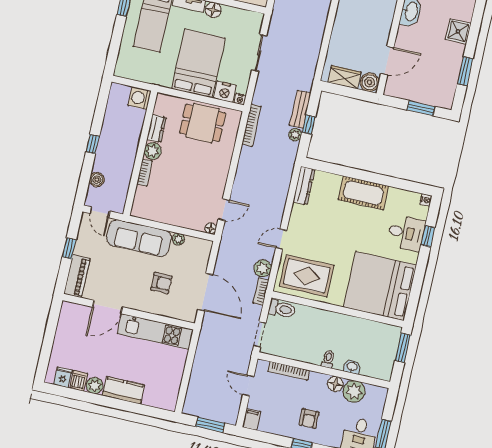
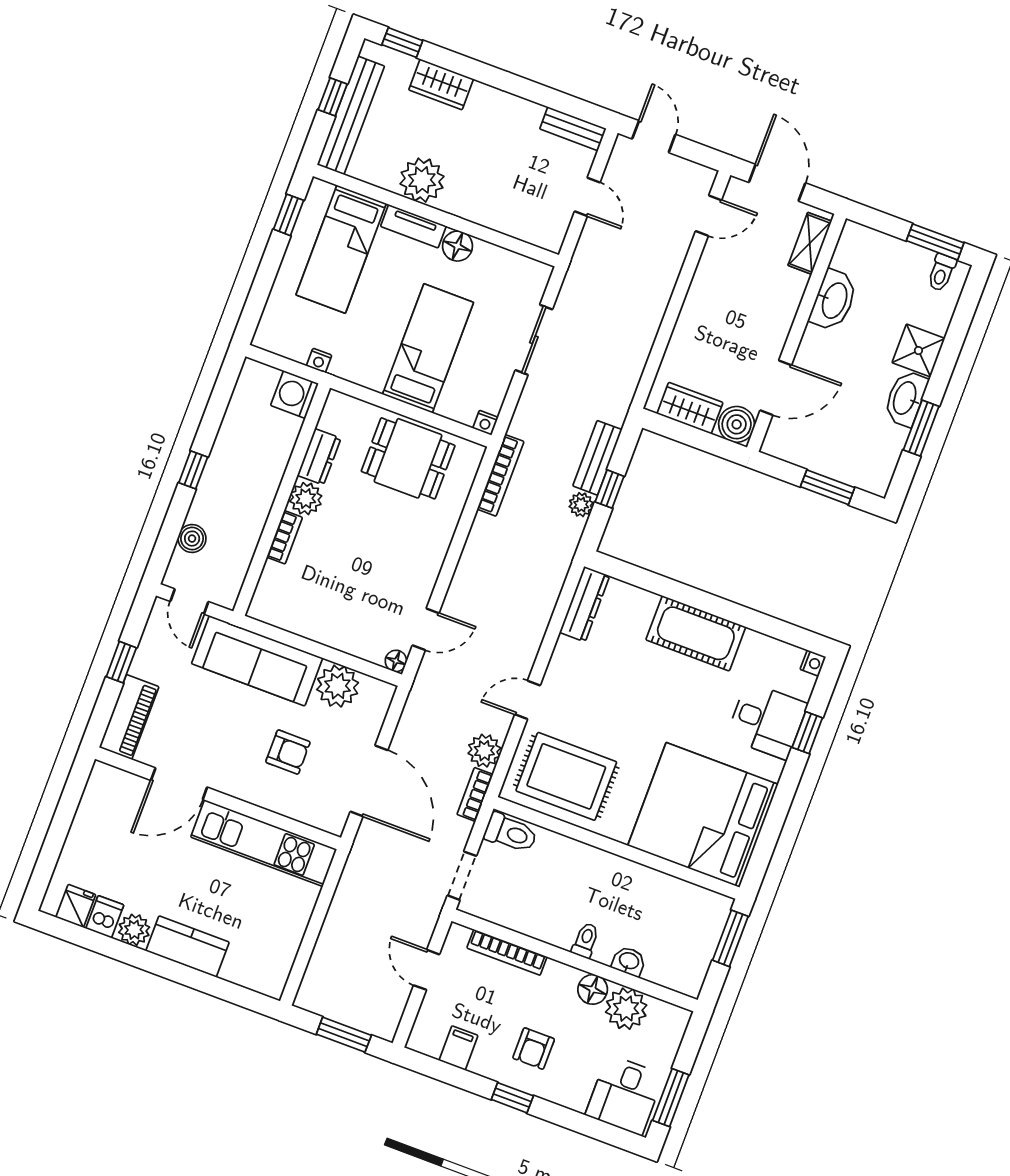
washbasin: (455, 57) -> (906, 398), added
bed: (198, 63) -> (428, 348), width x0.67
nightstand: (225, 92) -> (319, 361), moved, width x0.53, depth x0.56
plant: (178, 239) -> (338, 686), width x1.87, depth x1.87
filing cabinet: (251, 419) -> (458, 1048), moved

